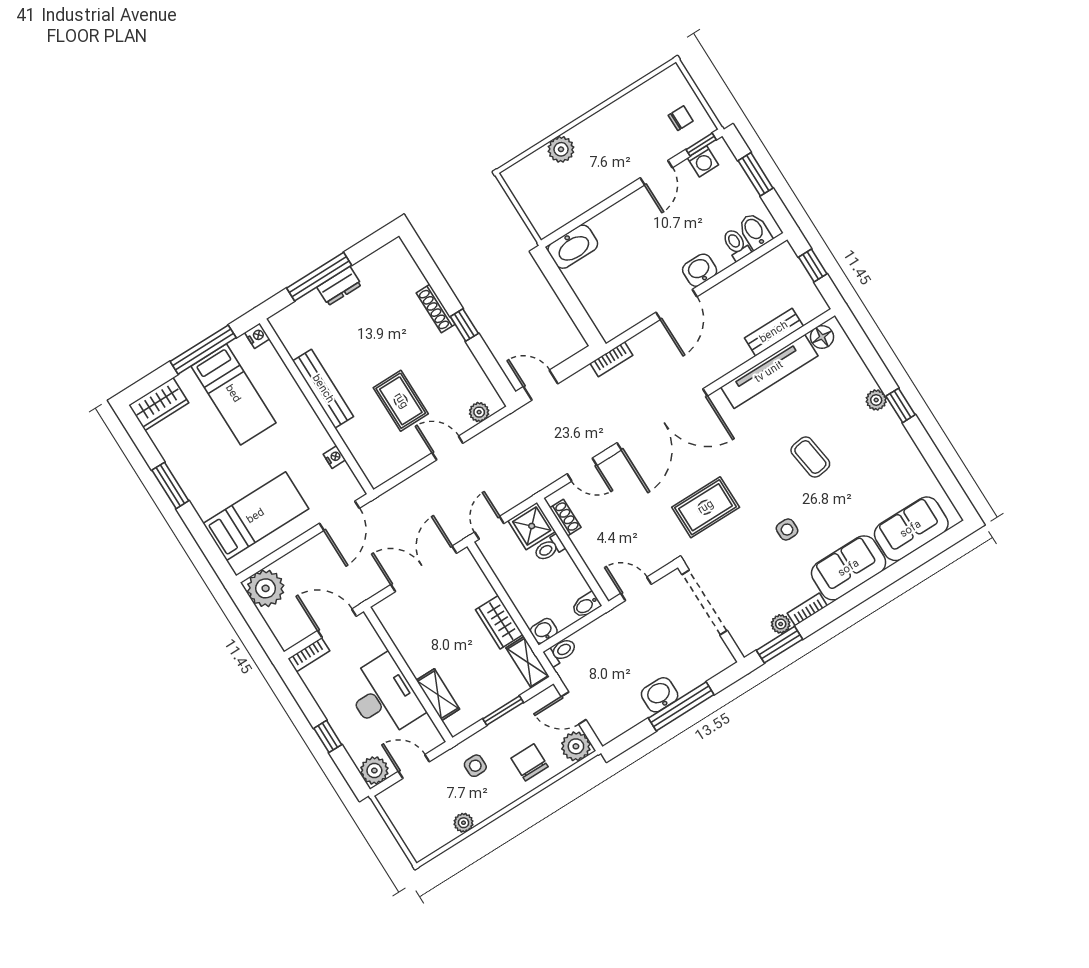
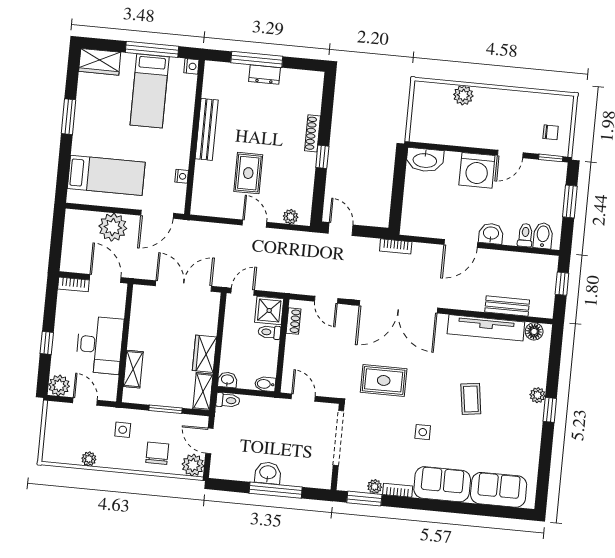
washing machine: (703, 161) -> (477, 170), moved, width x1.89, depth x1.89
plant: (266, 588) -> (113, 227), moved

